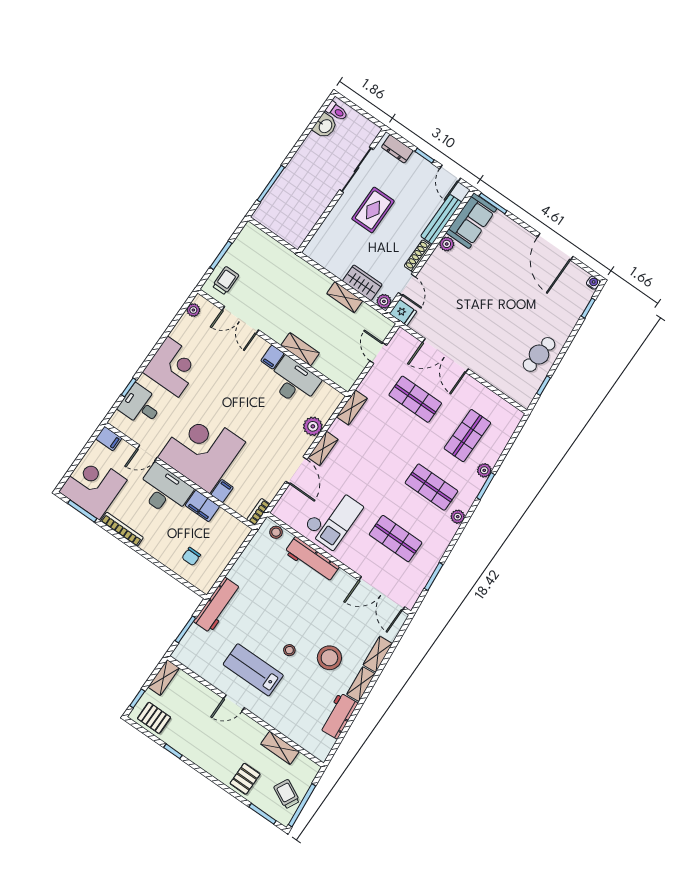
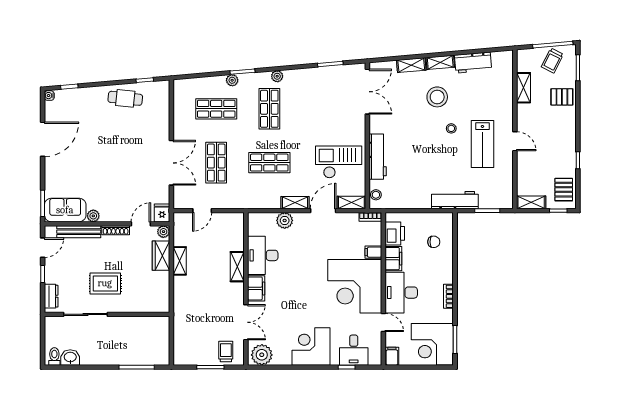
trolley: (226, 281) -> (226, 352), turned 90
plant: (193, 310) -> (262, 355), width x1.88, depth x1.88
filing cabinet: (272, 357) -> (256, 288), width x2.00
shelving: (352, 407) -> (351, 203), moved
printer: (226, 524) -> (395, 233), added
bookcase: (122, 529) -> (448, 296), width x0.64
shop shelf: (396, 539) -> (269, 163), moved, turned 90

